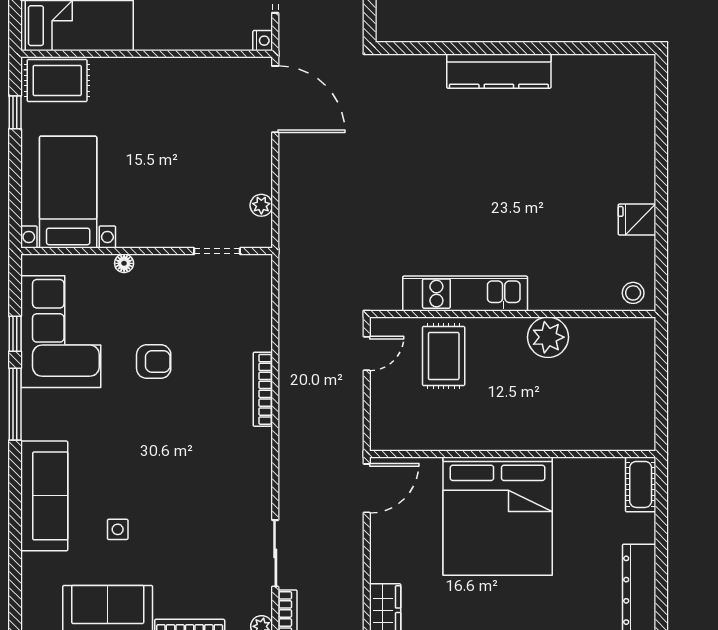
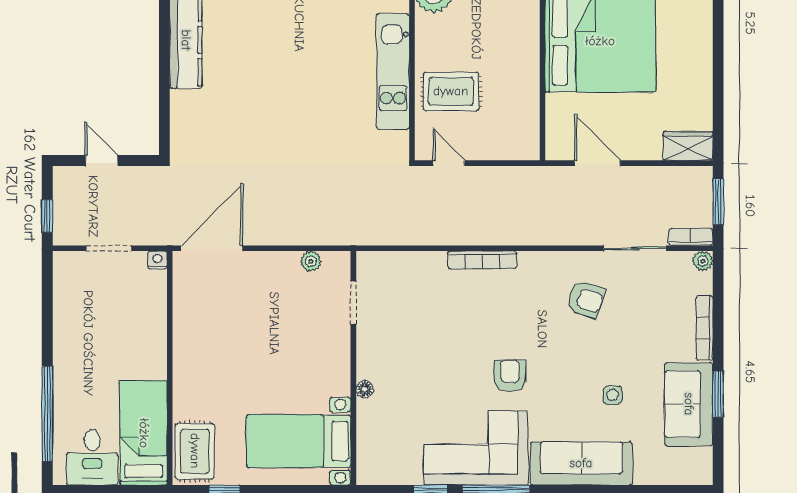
corner sofa: (61, 332) -> (476, 448), moved
armchair: (154, 362) -> (510, 376), moved
door: (367, 488) -> (597, 163), moved
armchair: (221, 501) -> (586, 299), added

